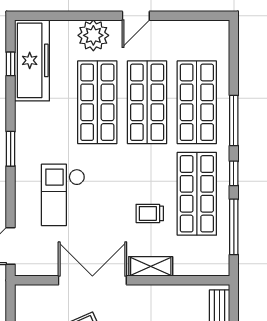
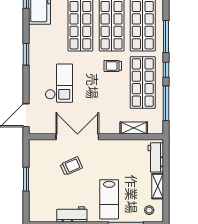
checkout: (63, 195) -> (59, 83), turned 180
trolley: (150, 213) -> (113, 66), moved
shelving: (151, 266) -> (134, 128), moved

